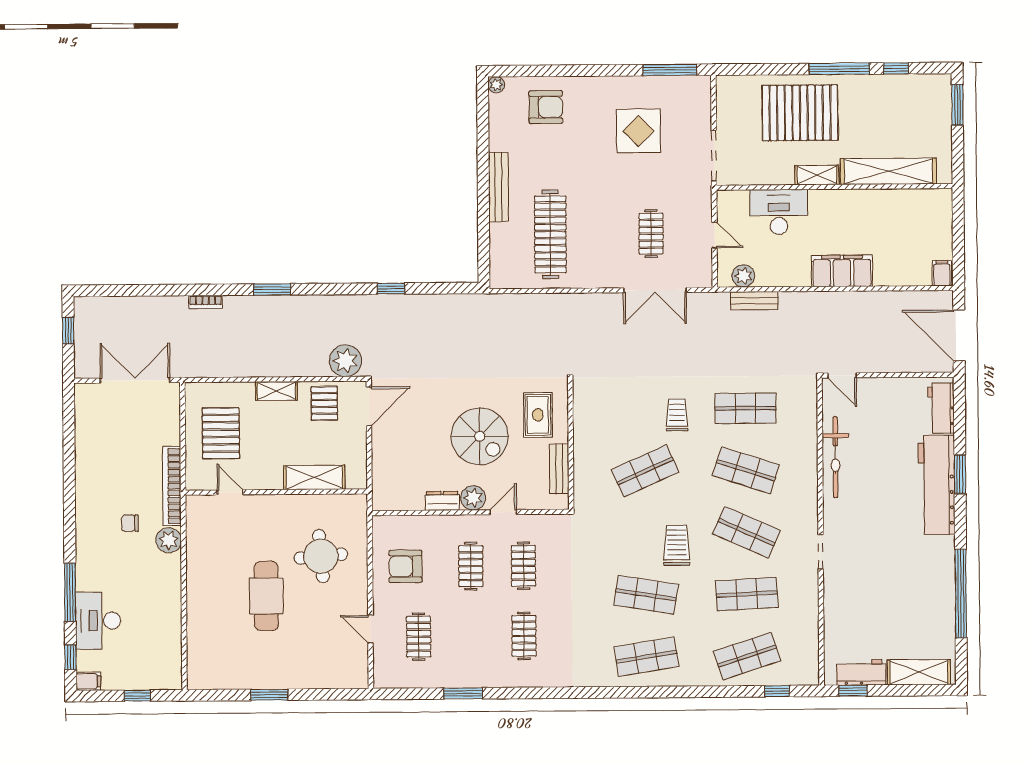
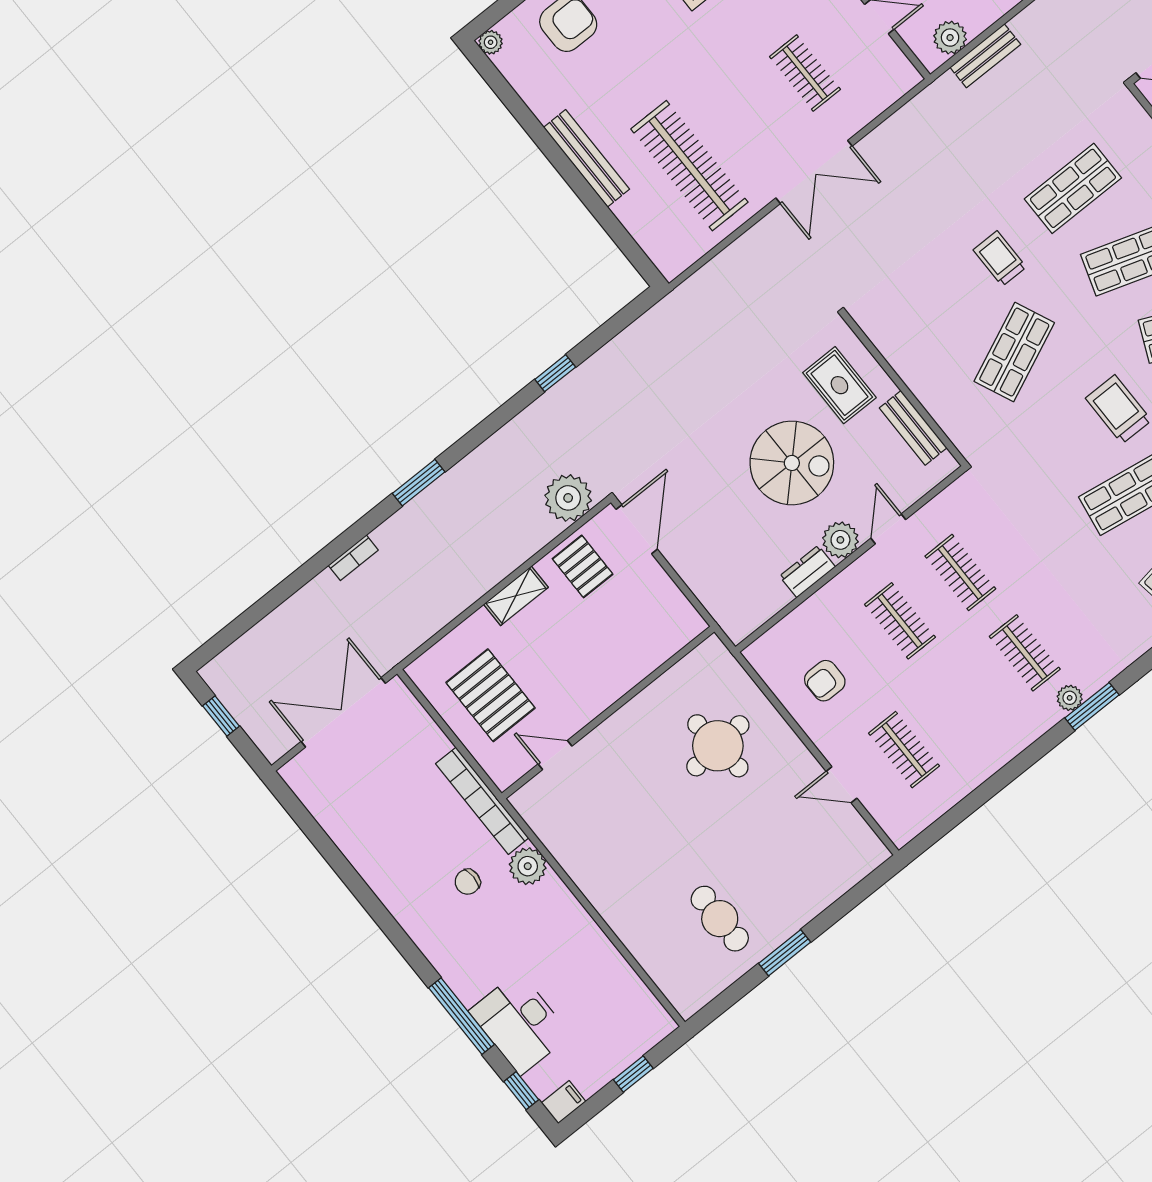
double door: (655, 290) -> (814, 172), moved
shelving: (314, 477) -> (638, 661), removed
armchair: (405, 566) -> (825, 681), width x0.72, depth x0.72
cafe table: (266, 596) -> (720, 919), moved, width x0.73, depth x0.74
plant: (529, 679) -> (1070, 698), added
window: (463, 693) -> (1092, 706), moved

